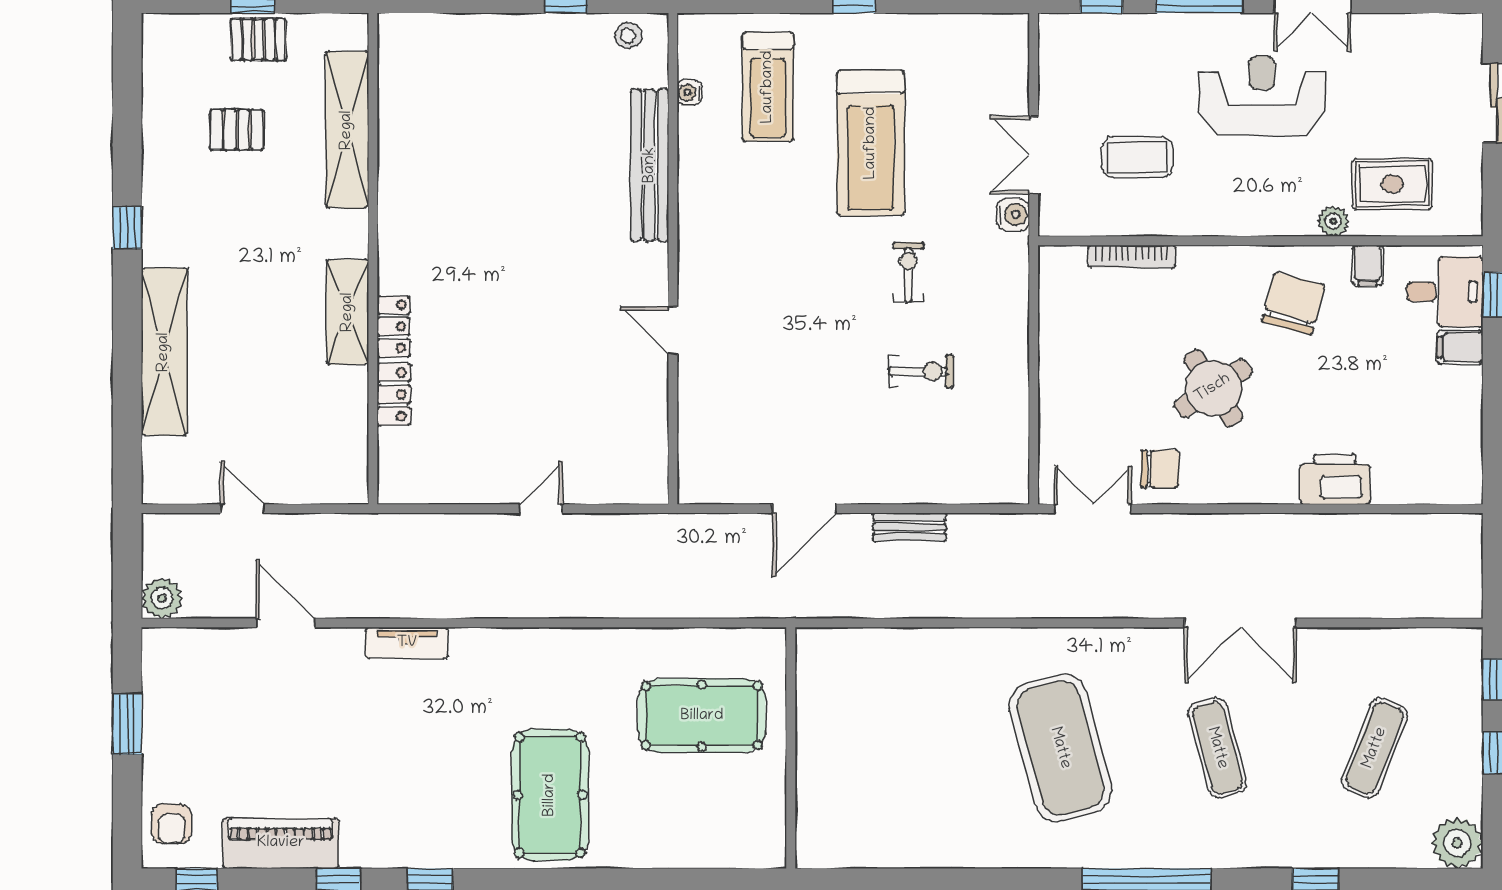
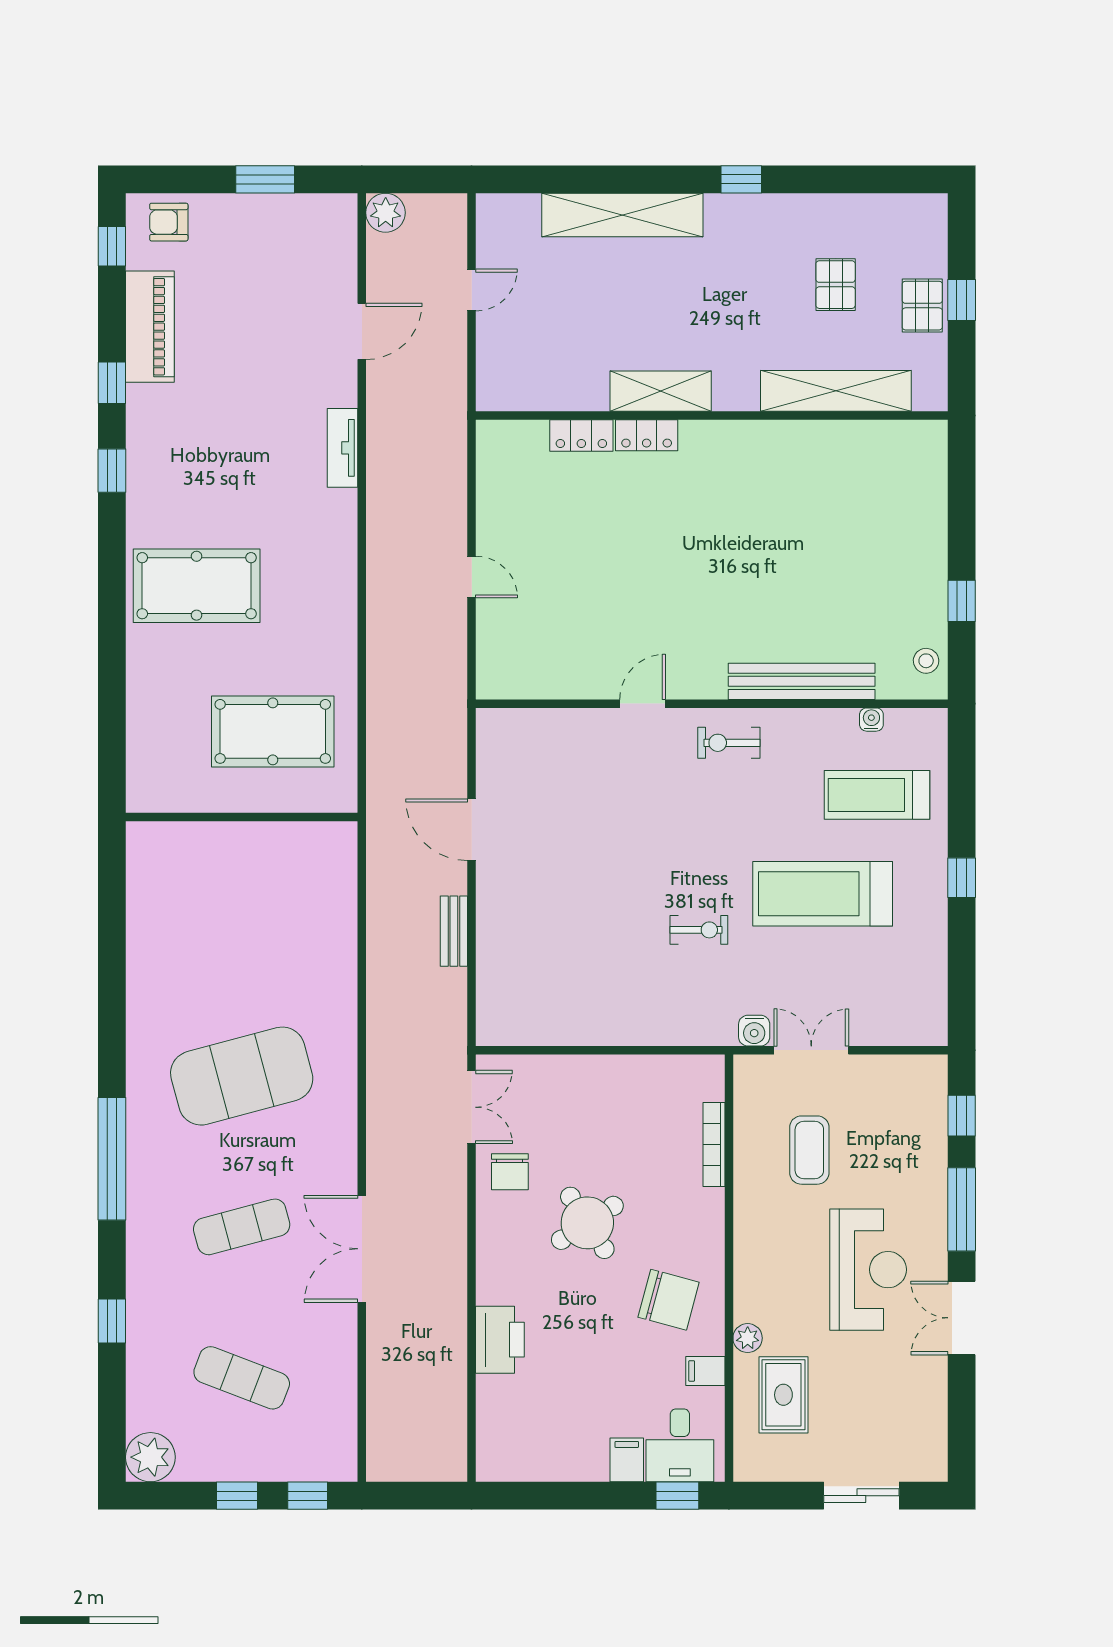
exercise bike: (921, 371) -> (729, 743), moved, turned 90
pool table: (702, 716) -> (273, 731), turned 90

